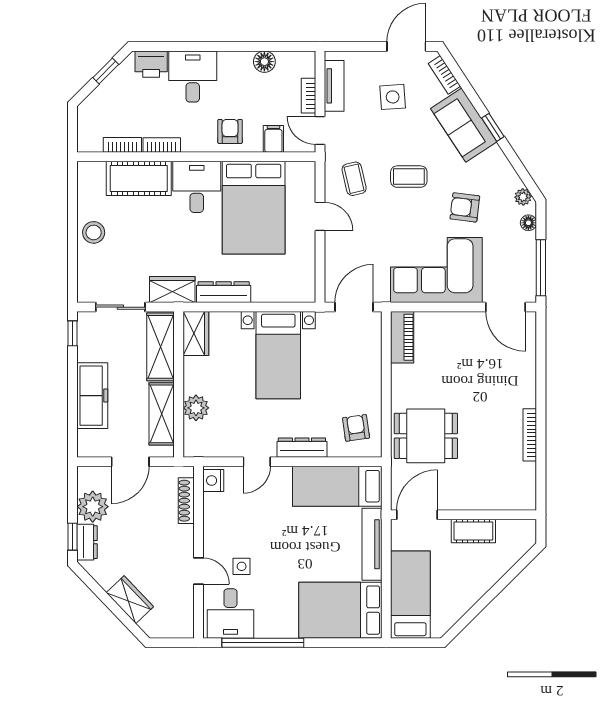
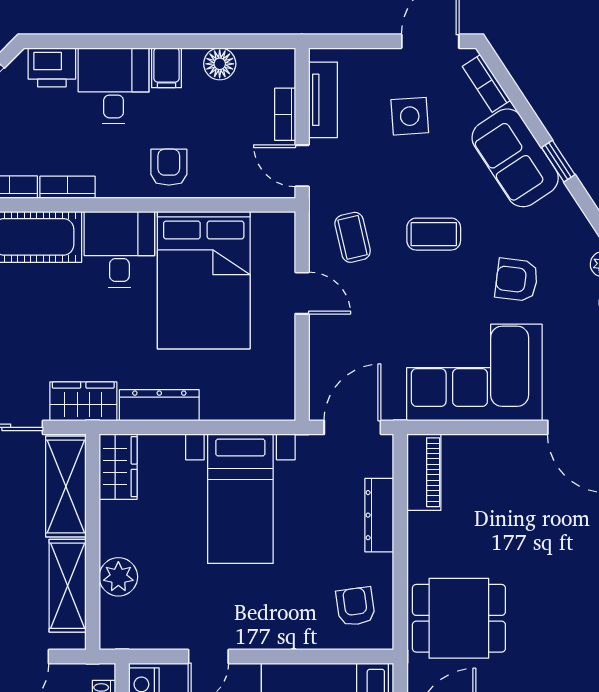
filing cabinet: (273, 139) -> (166, 68), moved, turned 180
dresser: (302, 448) -> (379, 515), moved, turned -90

